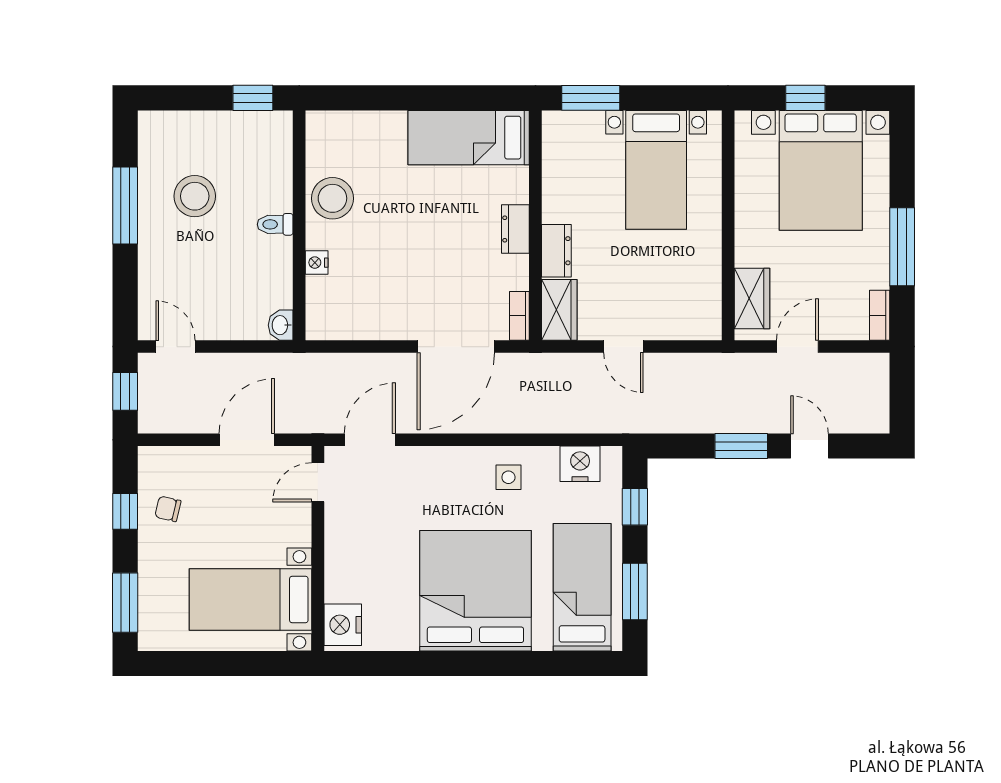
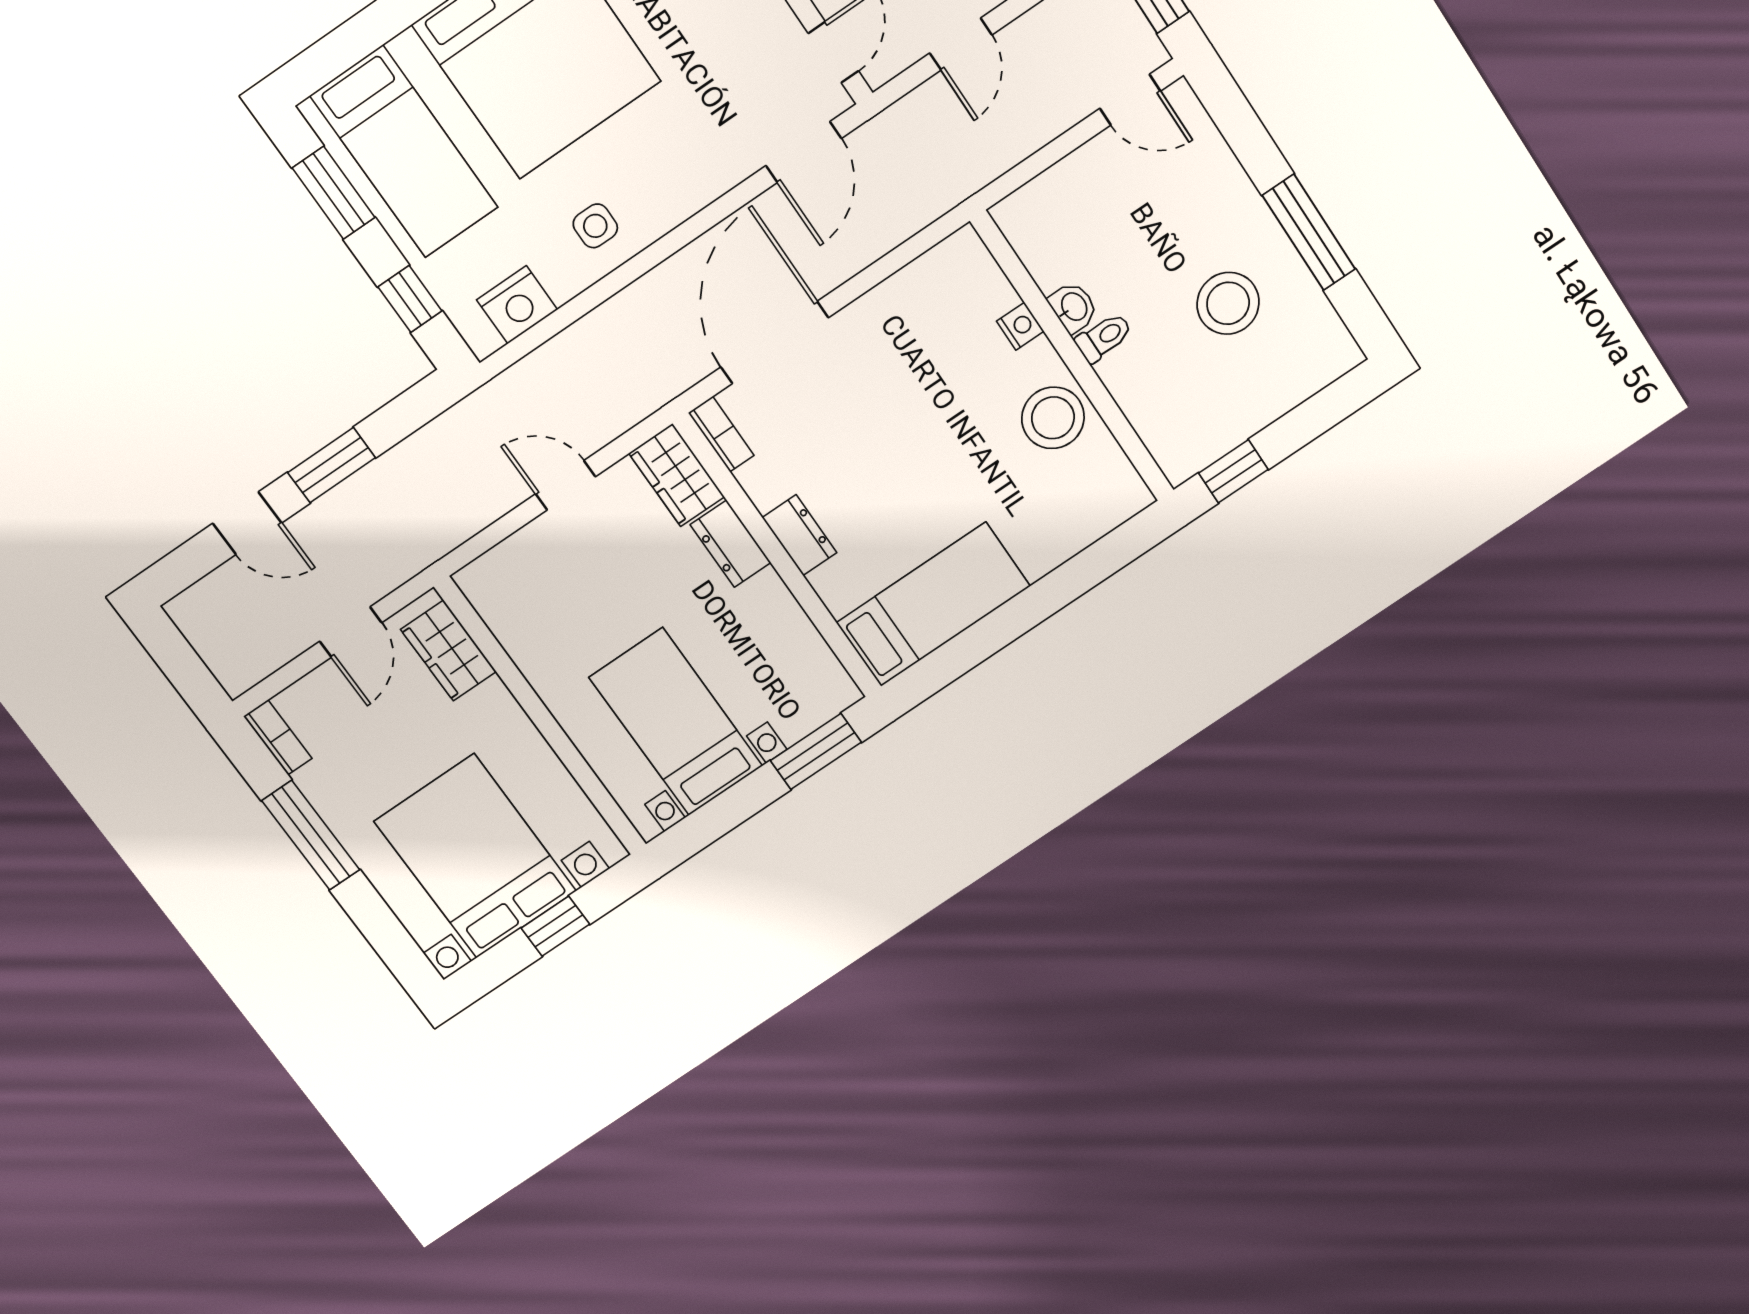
washbasin: (281, 325) -> (1073, 307), moved
door: (247, 440) -> (961, 44), width x0.73

